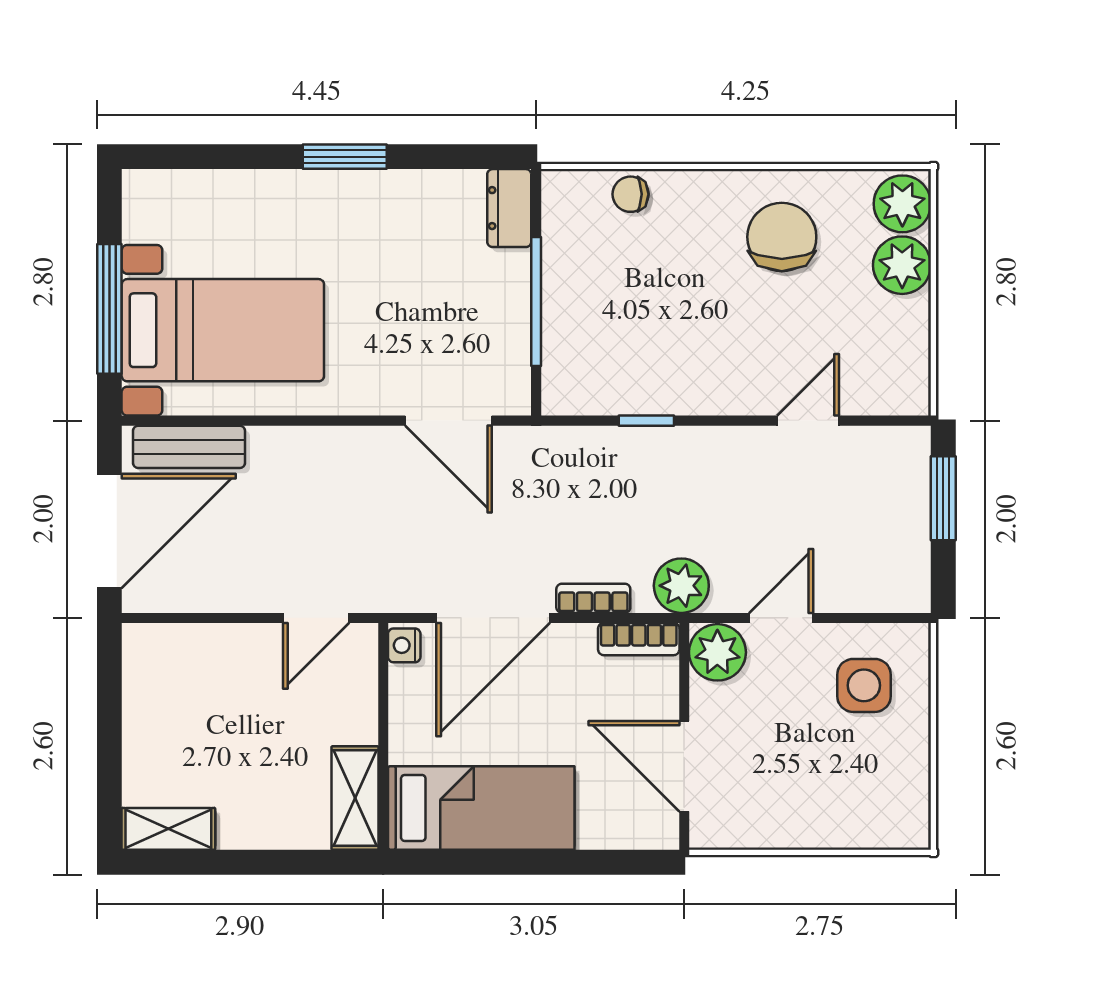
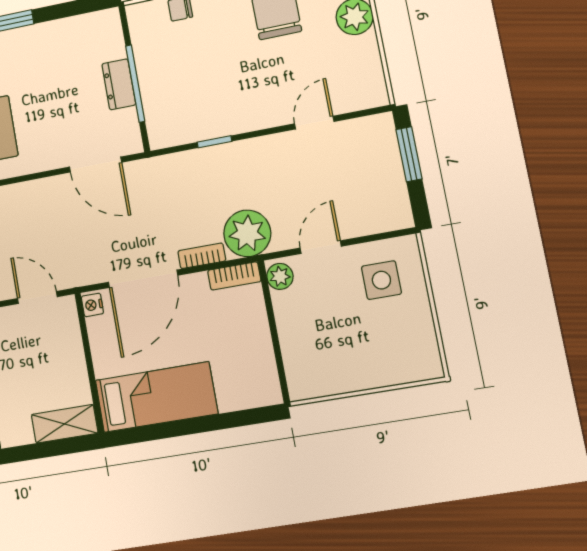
dresser: (509, 208) -> (119, 84), moved
plant: (681, 586) -> (247, 233), width x1.36, depth x1.36
door: (316, 618) -> (37, 298), swing flipped
plant: (717, 652) -> (280, 276), width x0.73, depth x0.73
door: (684, 766) -> (277, 350), removed
shelving: (355, 798) -> (65, 424), moved, turned 90

